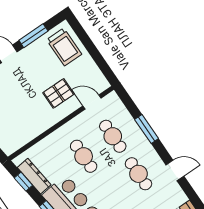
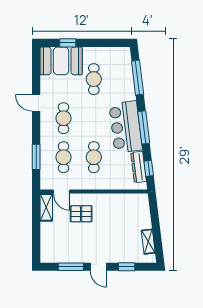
trolley: (64, 47) -> (55, 244), removed
shelving: (96, 77) -> (46, 207), added
window: (147, 129) -> (36, 157), moved

